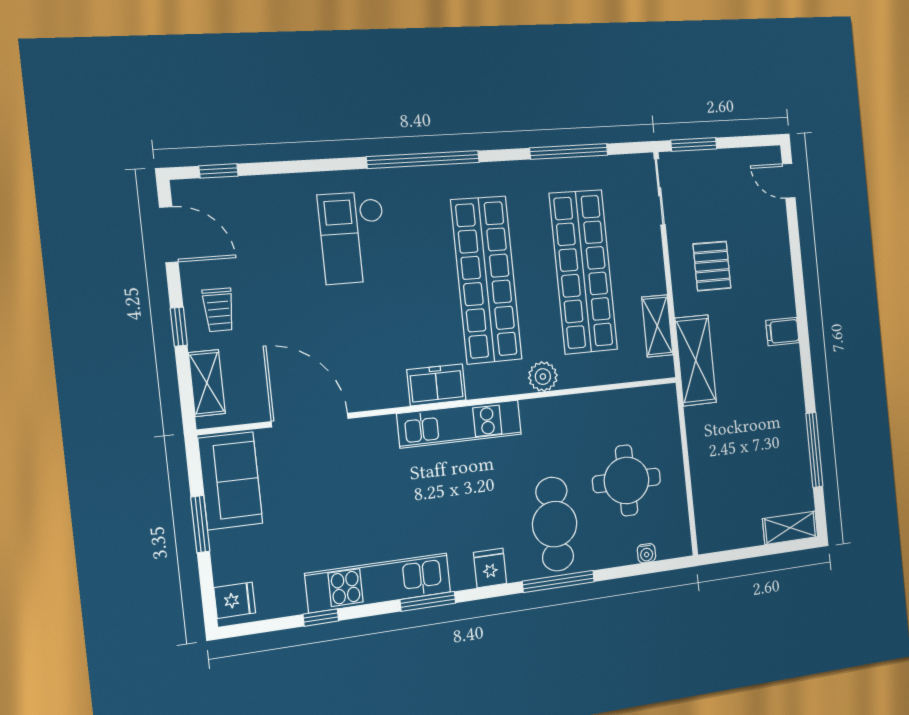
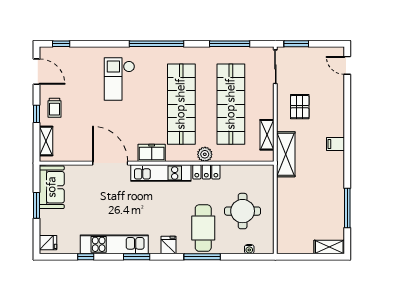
locker: (549, 411) -> (206, 172), added
door: (310, 420) -> (110, 163), moved

